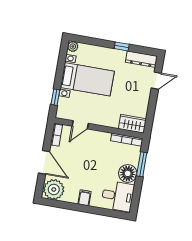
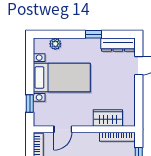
plant: (73, 46) -> (55, 44), moved
wardrobe: (132, 124) -> (108, 118), moved

